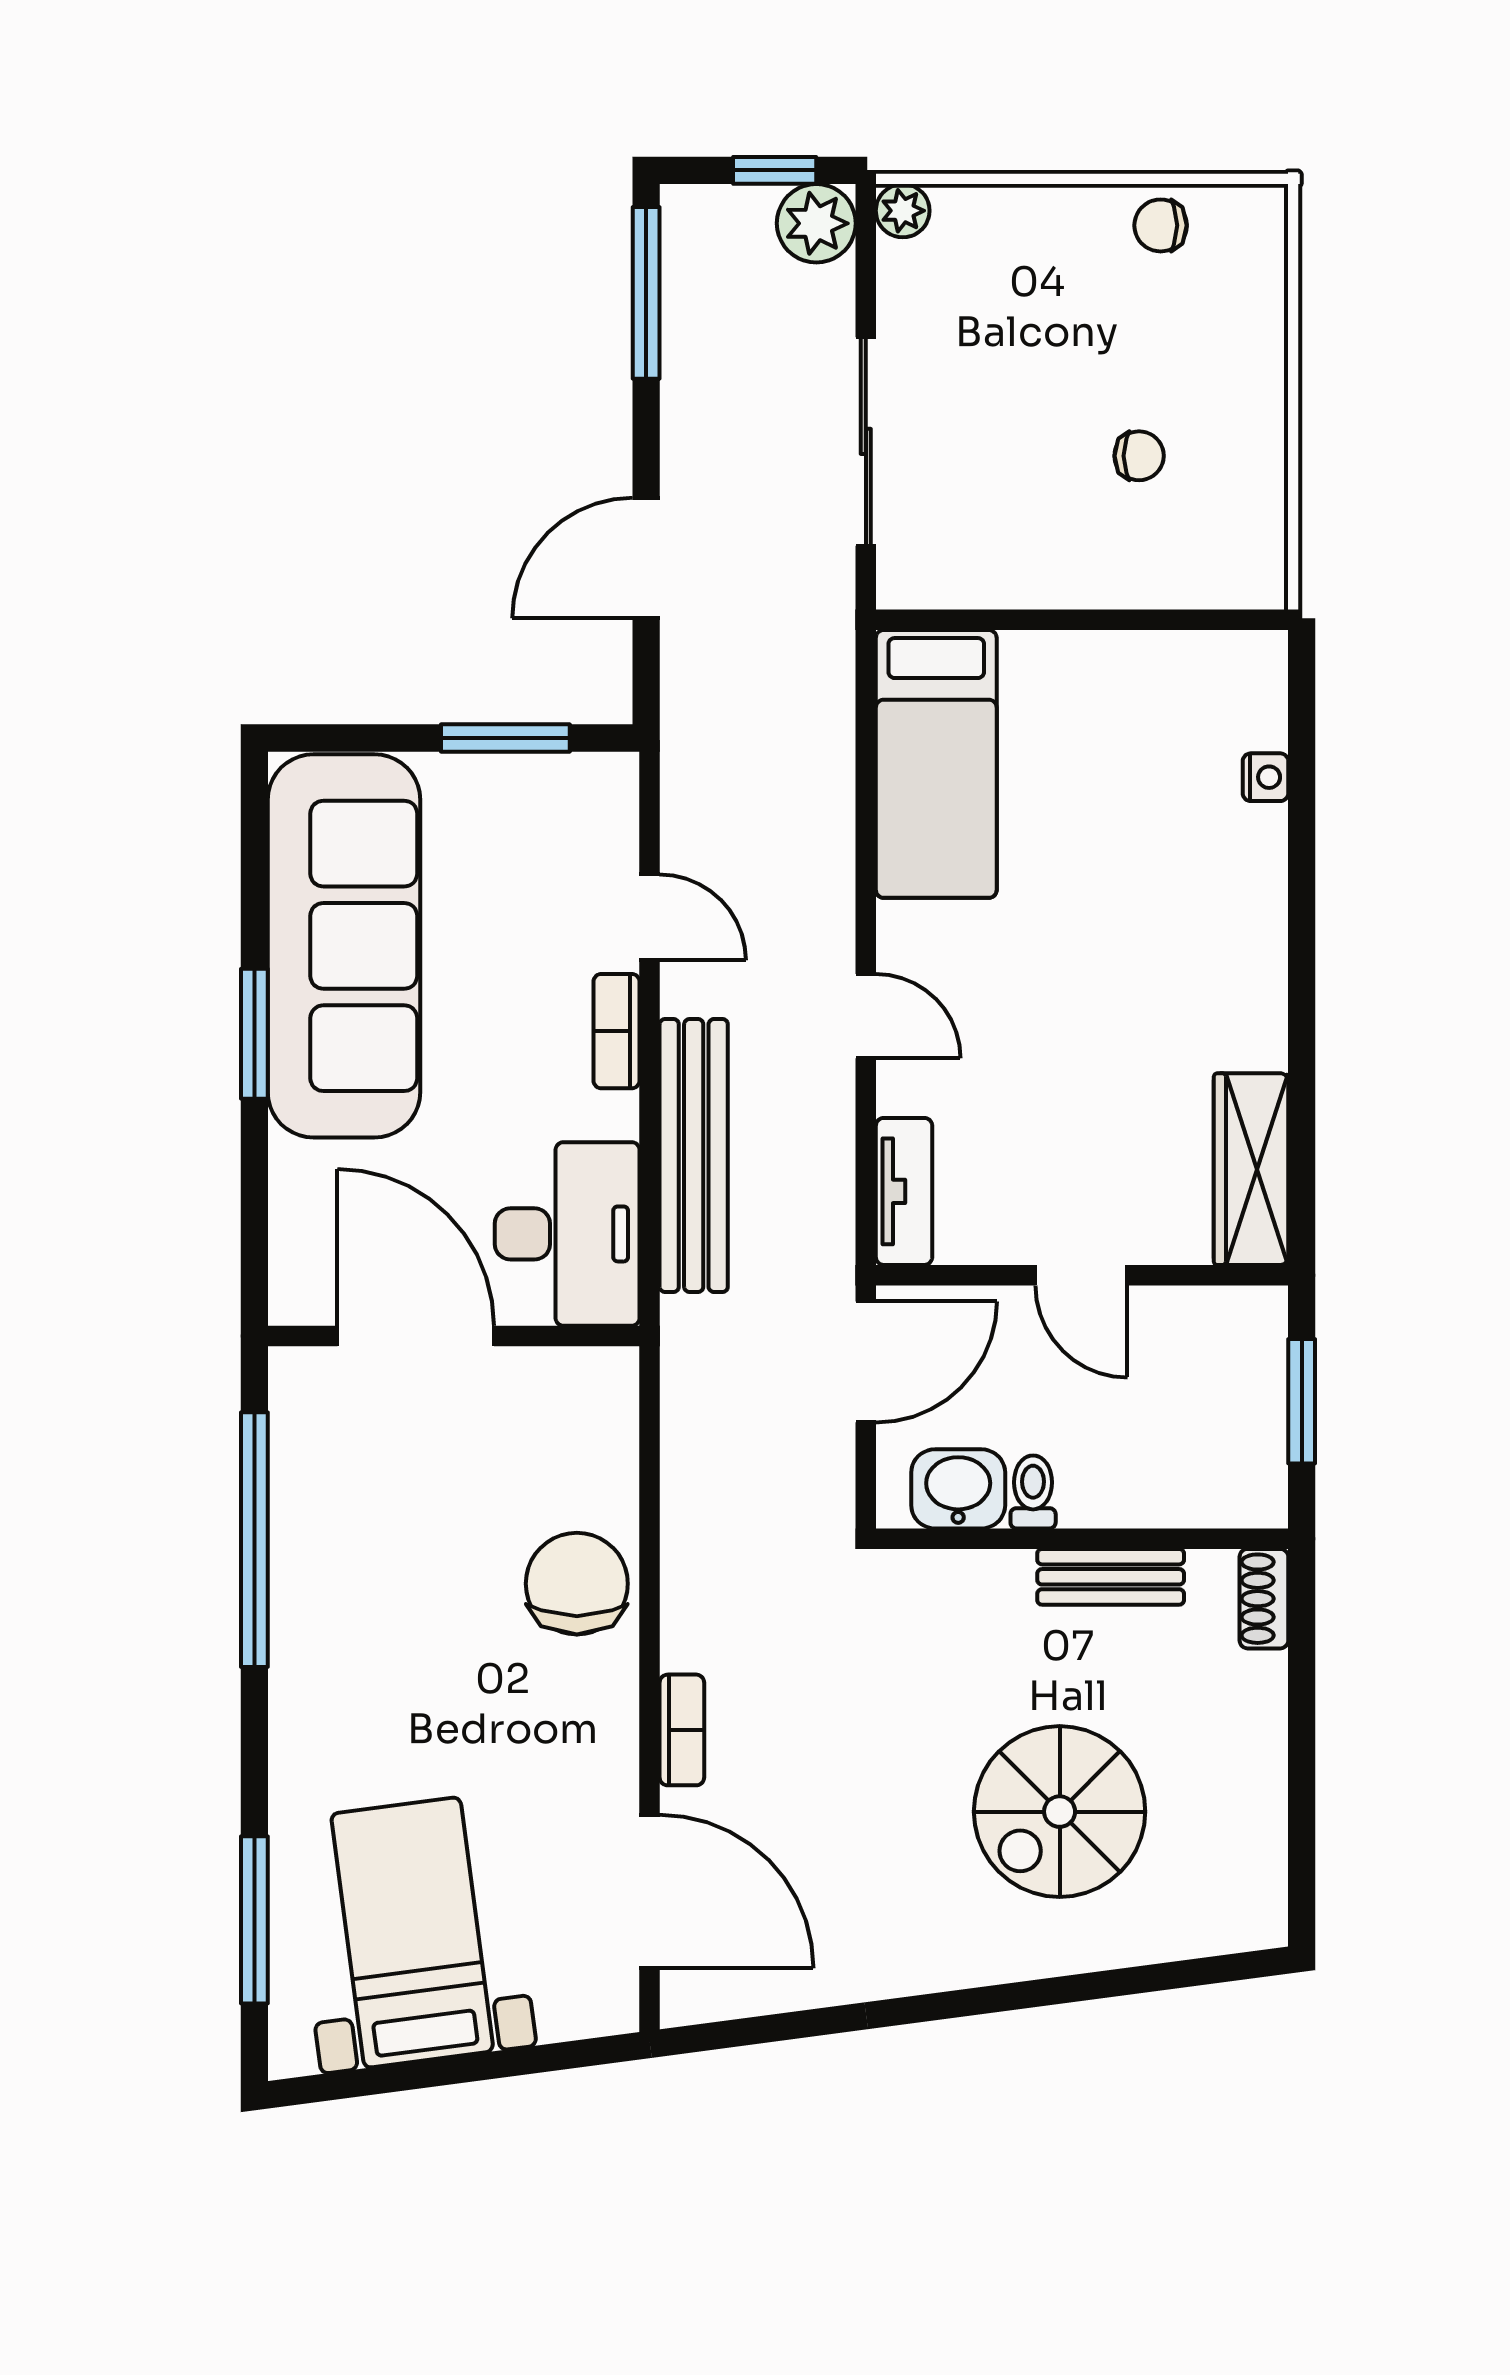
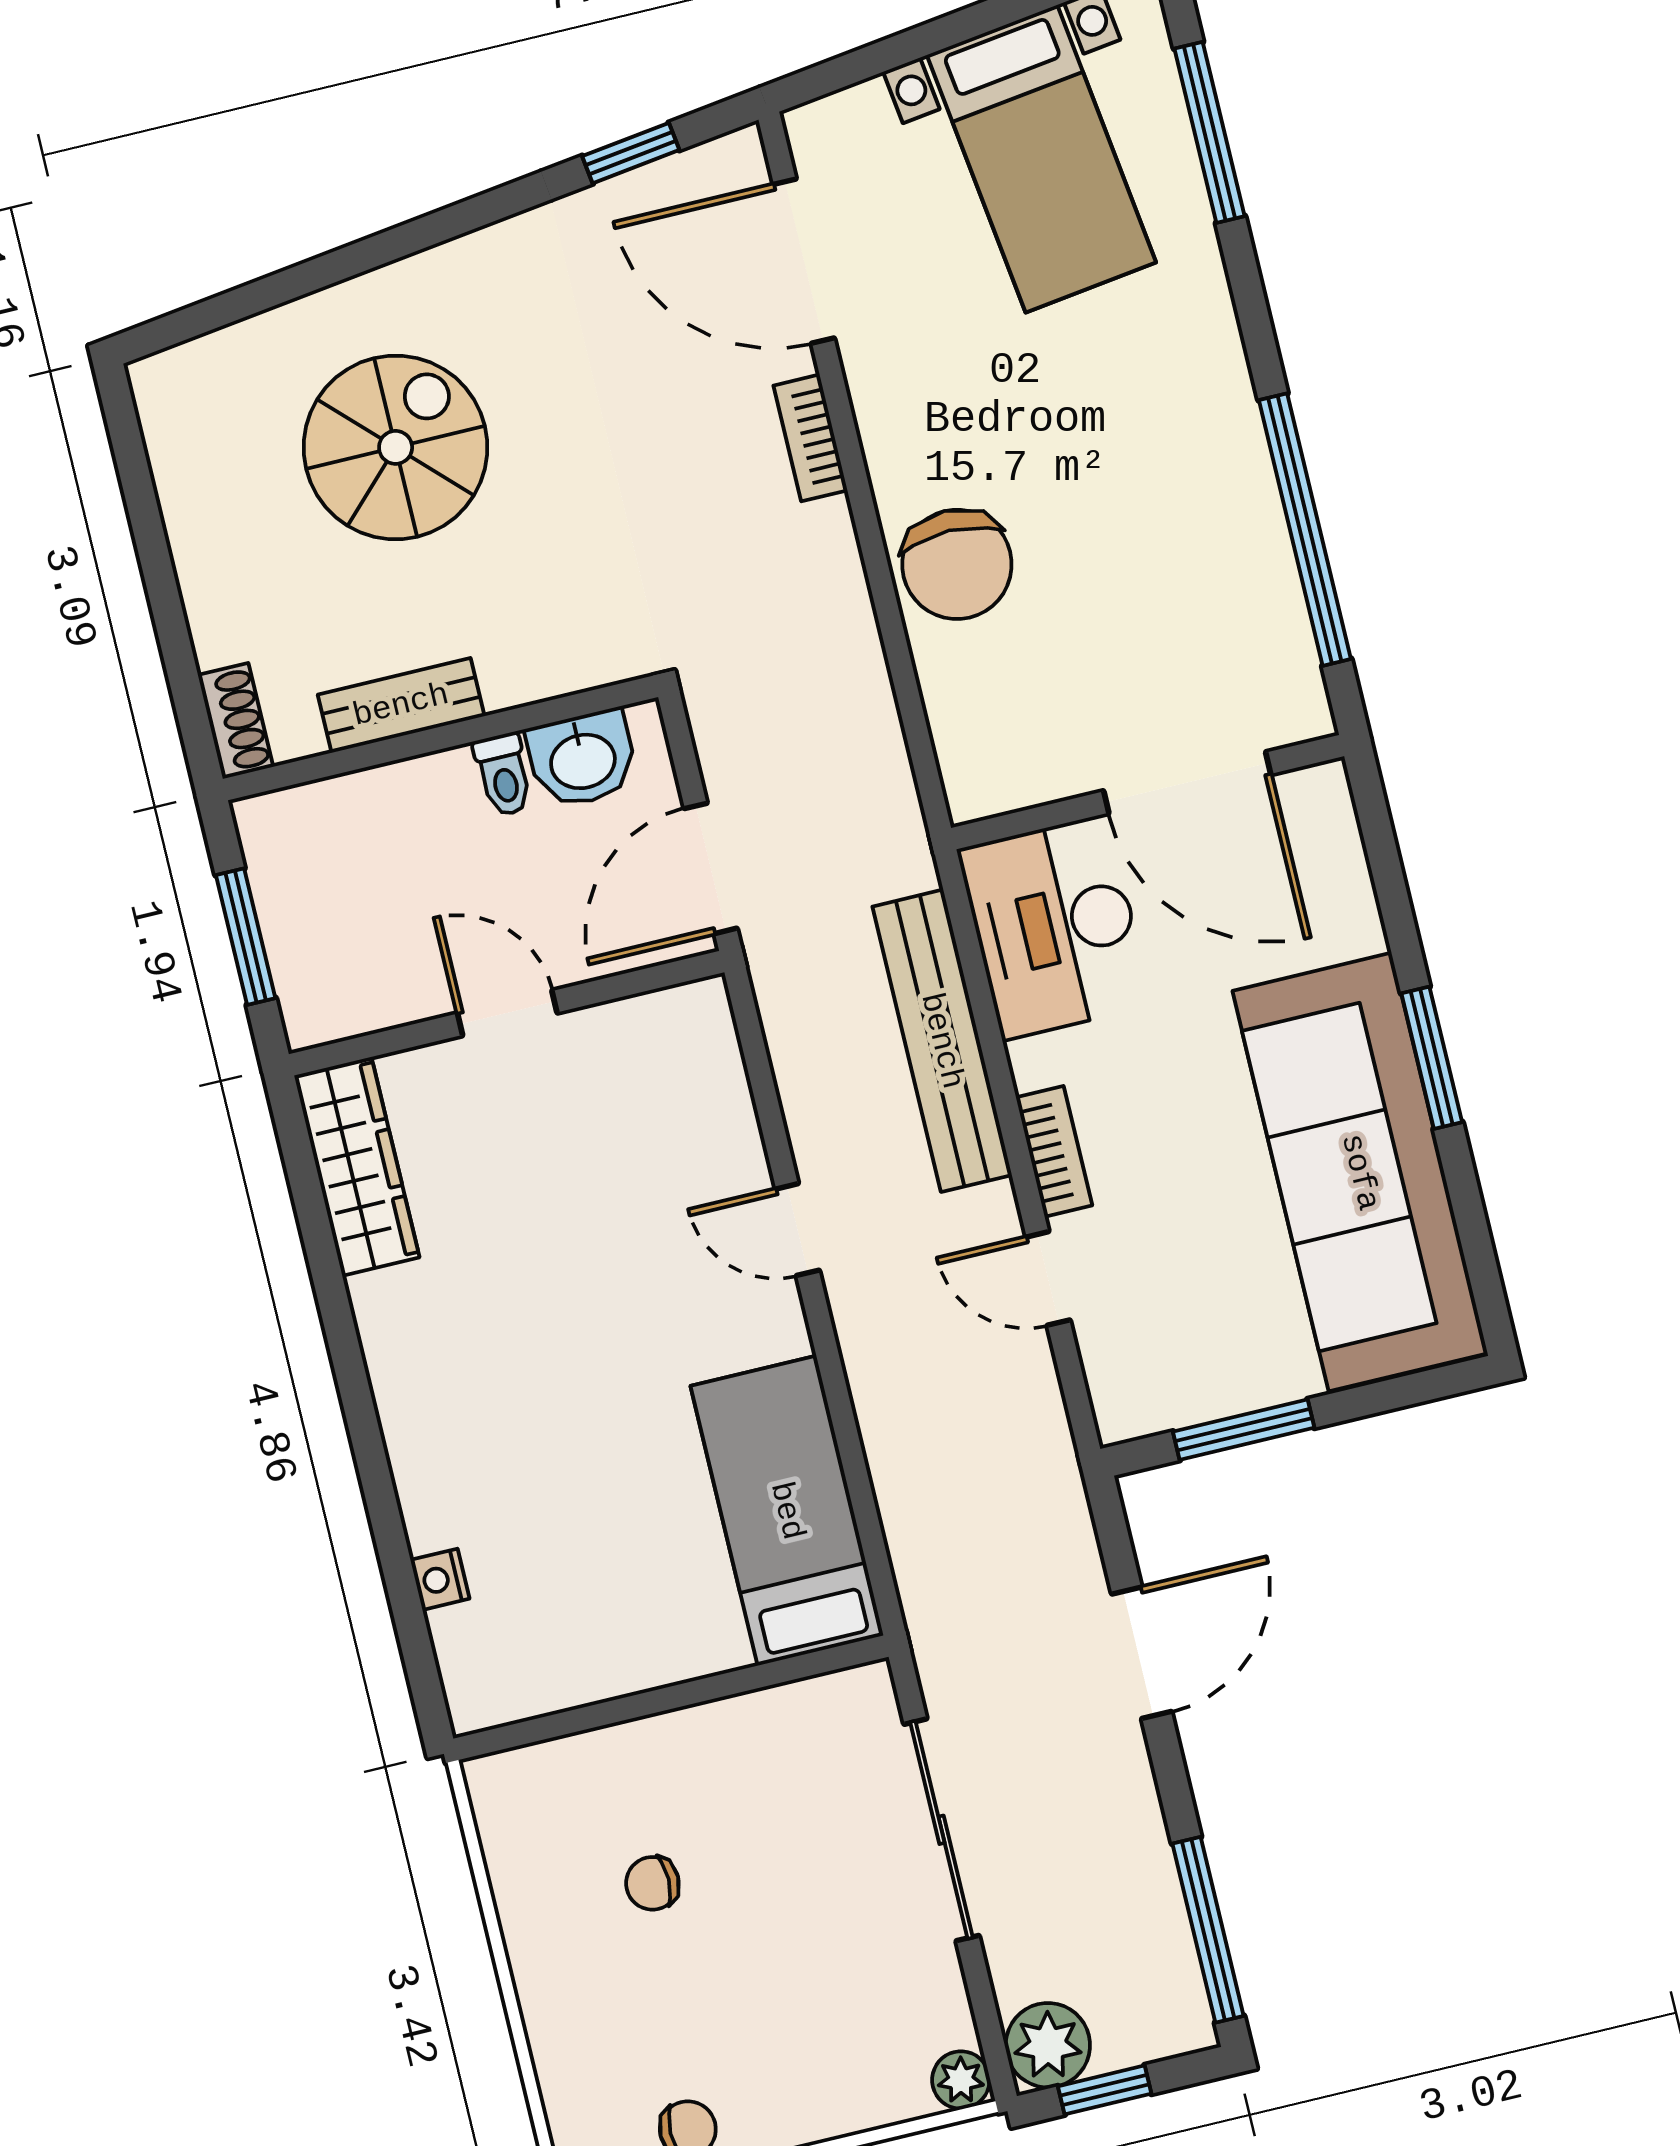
tv unit: (904, 1191) -> (713, 1056), removed
window: (783, 2027) -> (631, 153), added

